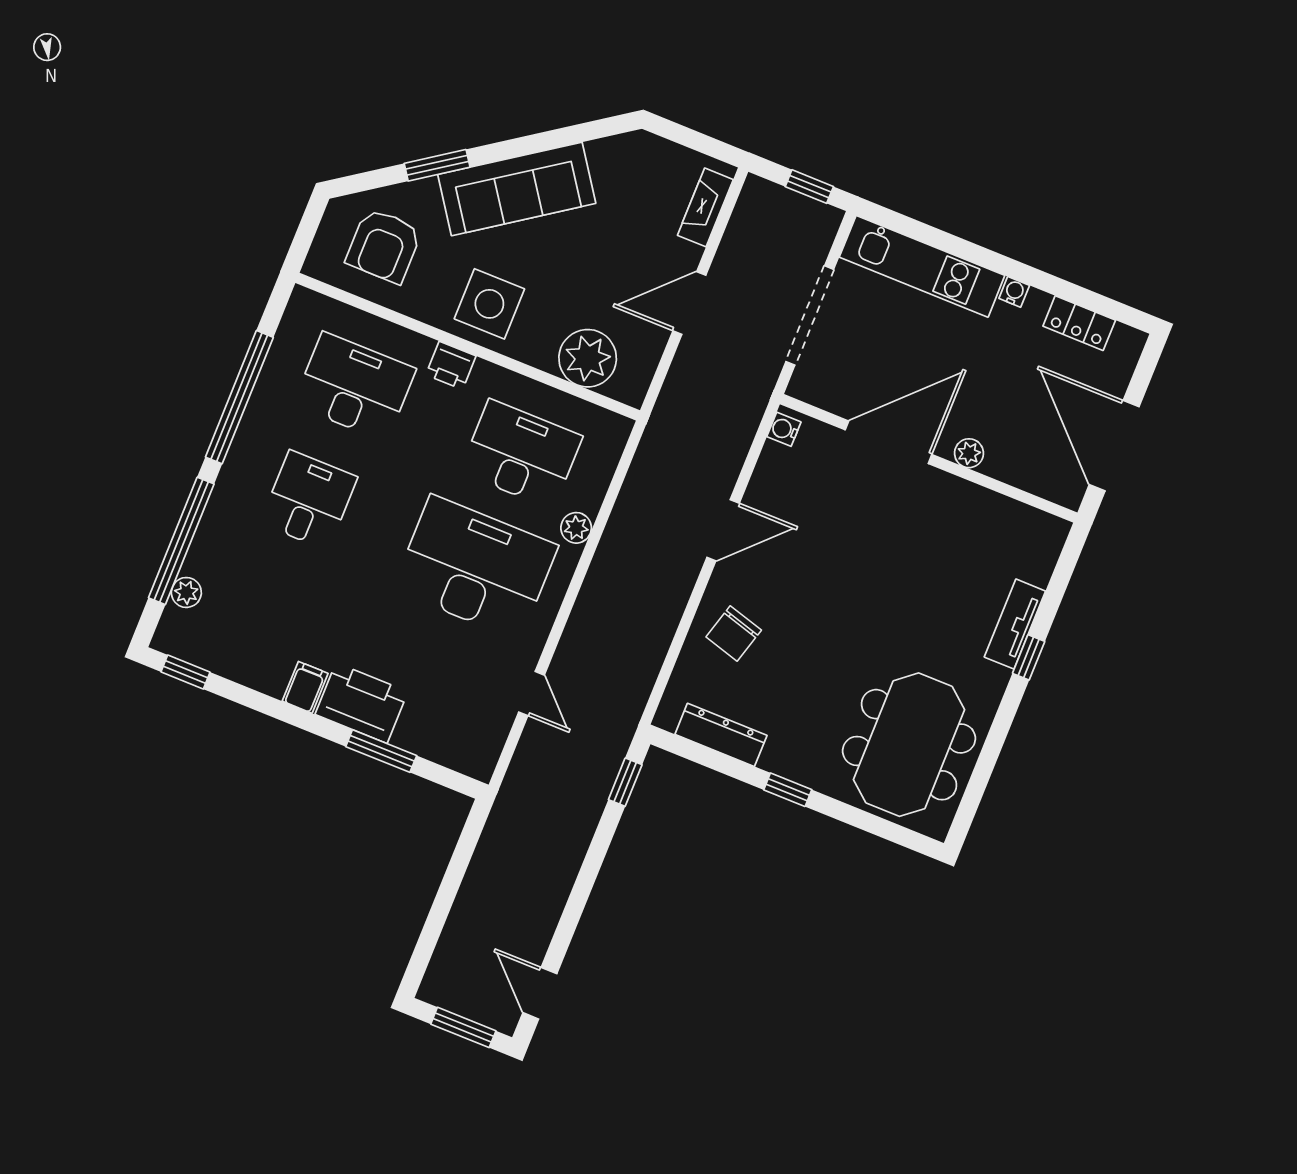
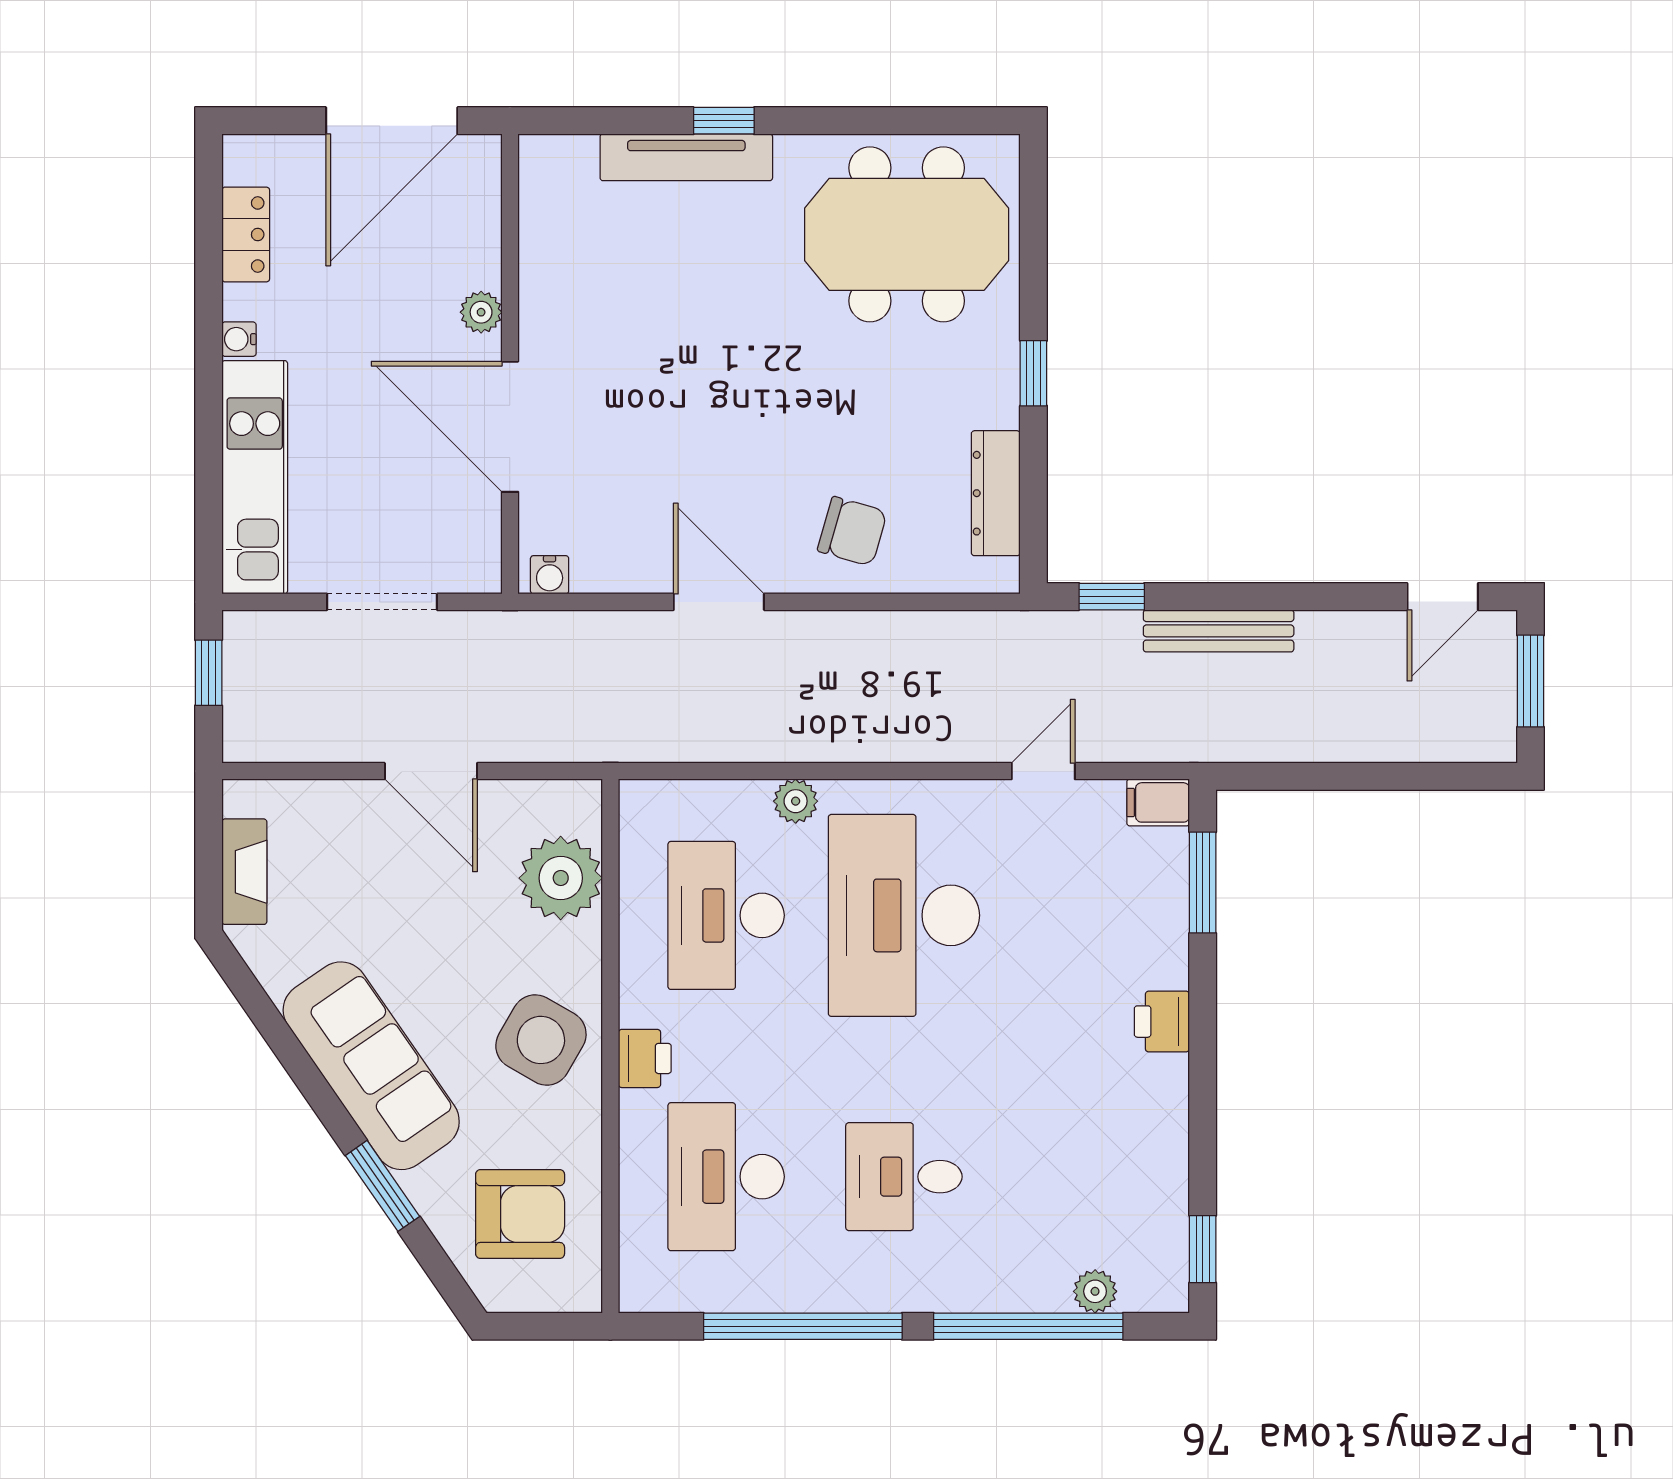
fireplace: (705, 207) -> (244, 872), moved, turned -90
side table: (489, 304) -> (541, 1040), turned 30
doorway: (810, 315) -> (382, 602), width x0.73
tv unit: (1015, 624) -> (686, 157), width x1.41
filing cabinet: (305, 687) -> (1158, 802), moved
printer: (361, 703) -> (1162, 1022), width x0.53, depth x0.68
window: (381, 751) -> (1203, 883), moved
bench: (576, 841) -> (1219, 631), added

